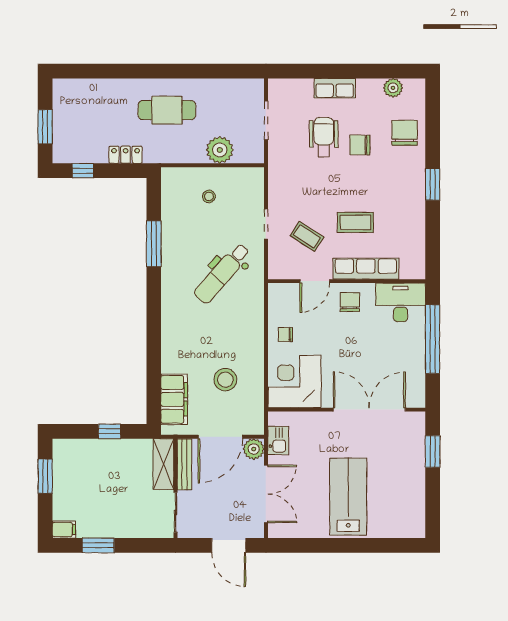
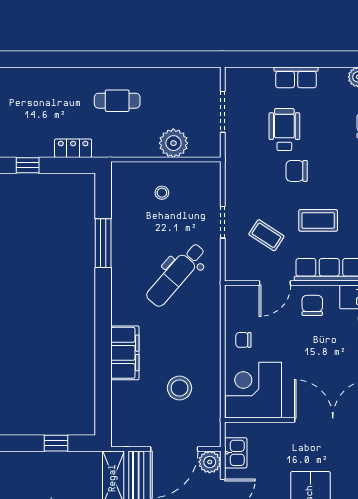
cafe table: (167, 110) -> (117, 101), width x0.73, depth x0.74
chair: (360, 145) -> (297, 171), moved
filing cabinet: (174, 399) -> (125, 353), moved

